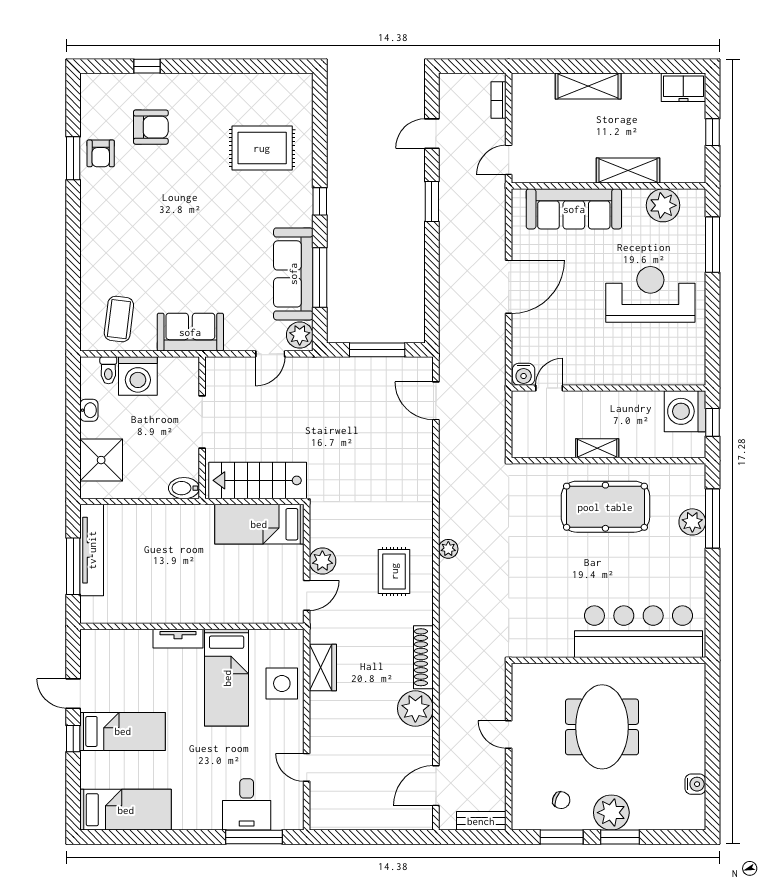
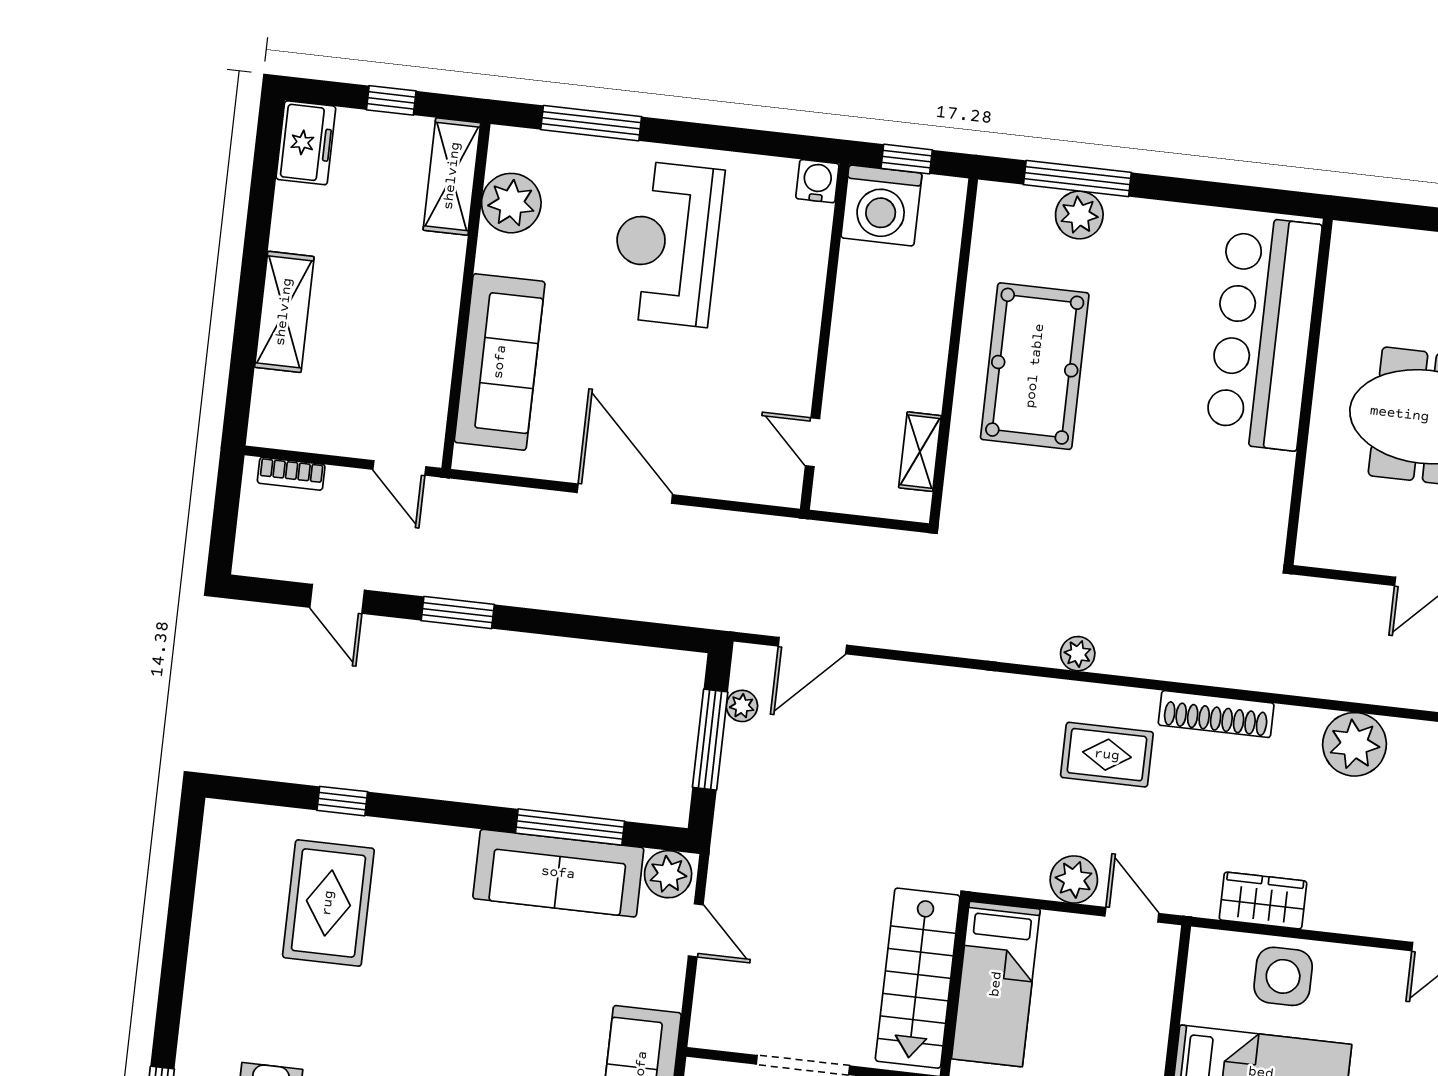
shelving: (628, 171) -> (452, 176), moved
window: (320, 201) -> (342, 801), moved
plant: (398, 365) -> (742, 706), added
water cooler: (524, 374) -> (817, 181), moved, turned -90
shelving: (597, 448) -> (920, 452), moved
shoe rack: (423, 657) -> (1216, 714), moved

